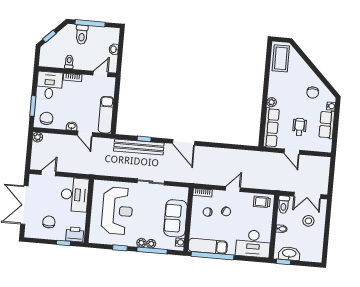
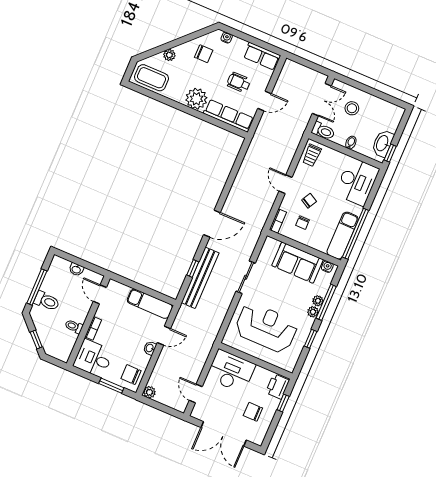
plant: (303, 66) -> (169, 55), added
plant: (272, 102) -> (196, 99), width x1.88, depth x1.88
row of seats: (327, 125) -> (262, 56), moved

